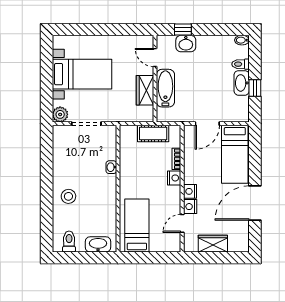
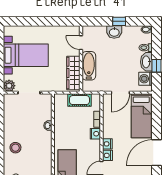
window: (183, 30) -> (119, 21), moved
washbasin: (186, 44) -> (114, 32), moved
wardrobe: (145, 90) -> (73, 73), width x1.50
washing machine: (240, 105) -> (145, 79), added

